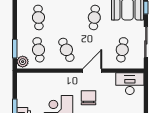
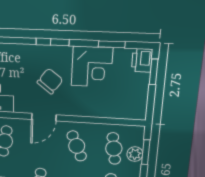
plant: (23, 62) -> (135, 154), moved
chair: (89, 98) -> (50, 81), turned -143

